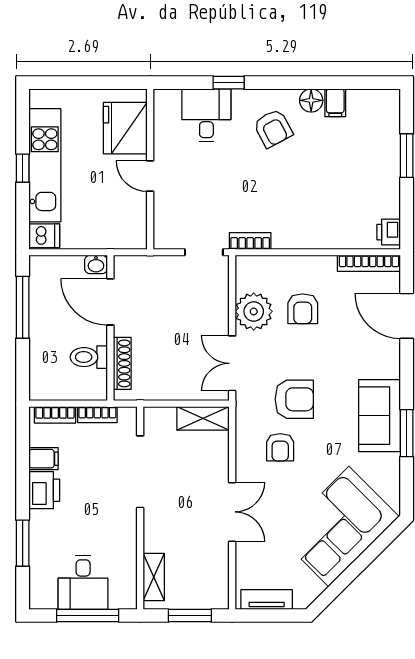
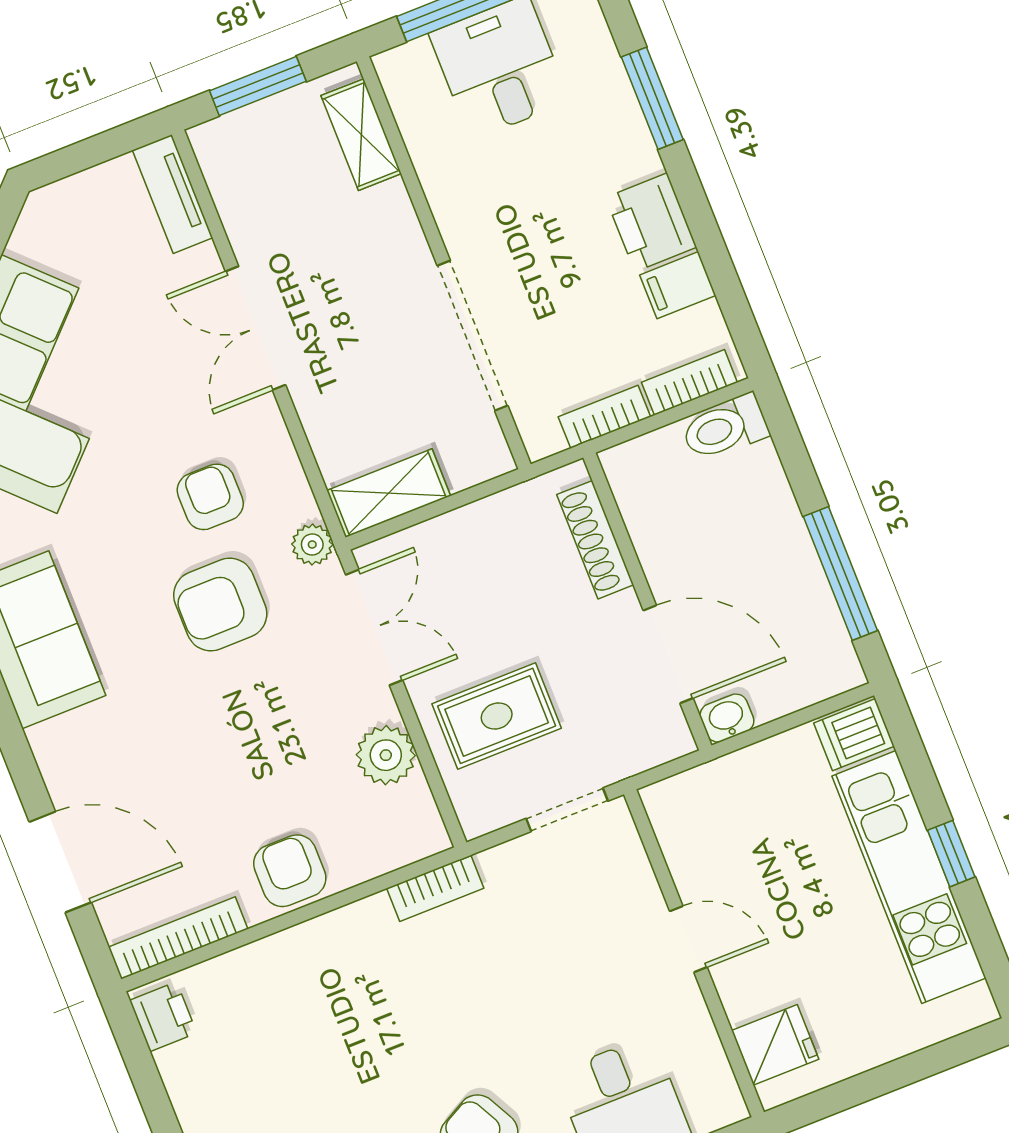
fridge: (125, 128) -> (775, 1045), width x0.53, depth x0.75
doorway: (204, 252) -> (567, 810), moved
rug: (194, 304) -> (497, 716), added
armchair: (303, 309) -> (290, 871), moved
plant: (254, 311) -> (386, 755), width x0.73, depth x0.73
toilet: (89, 357) -> (725, 428), moved, turned 180
plant: (245, 409) -> (312, 545), added
tv unit: (267, 600) -> (173, 194), moved, turned 90

